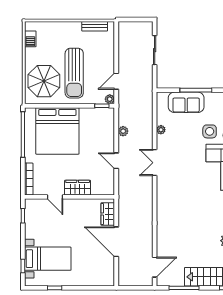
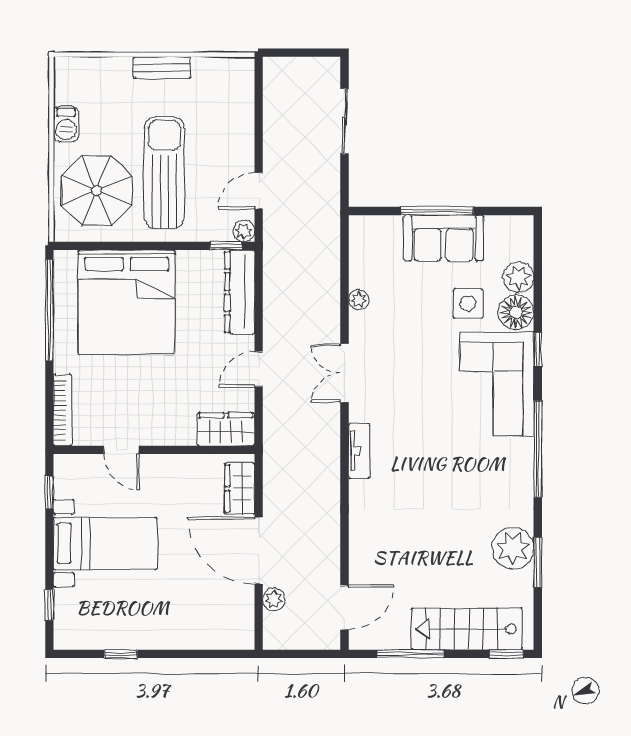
bench: (95, 26) -> (162, 68), moved
barbecue: (30, 39) -> (66, 124), moved
sun lounger: (74, 73) -> (164, 173), turned 180
sofa: (186, 102) -> (444, 238), moved
dresser: (108, 126) -> (240, 292), added
plant: (123, 131) -> (274, 600), moved
door: (116, 161) -> (259, 369), hinge flipped
wardrobe: (78, 188) -> (226, 429), moved
tv unit: (161, 197) -> (359, 451), added
bed with nightstands: (48, 259) -> (105, 543), moved

